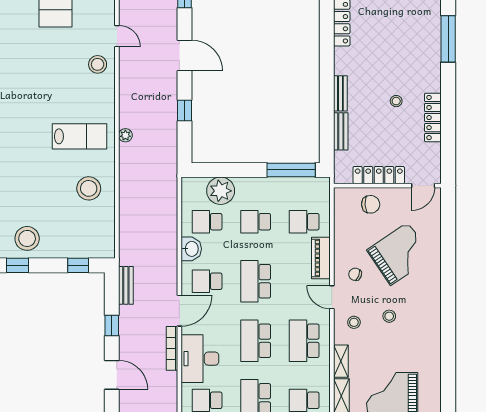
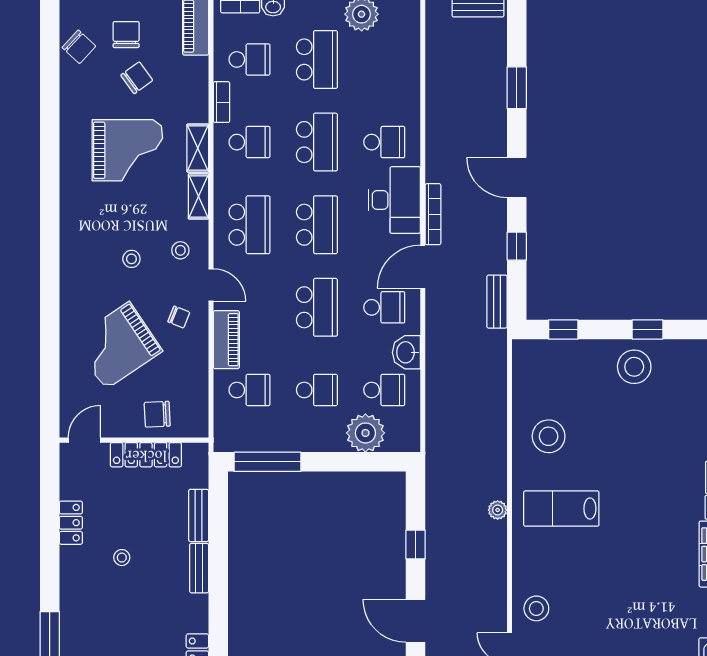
locker: (433, 118) -> (71, 523), width x0.66

